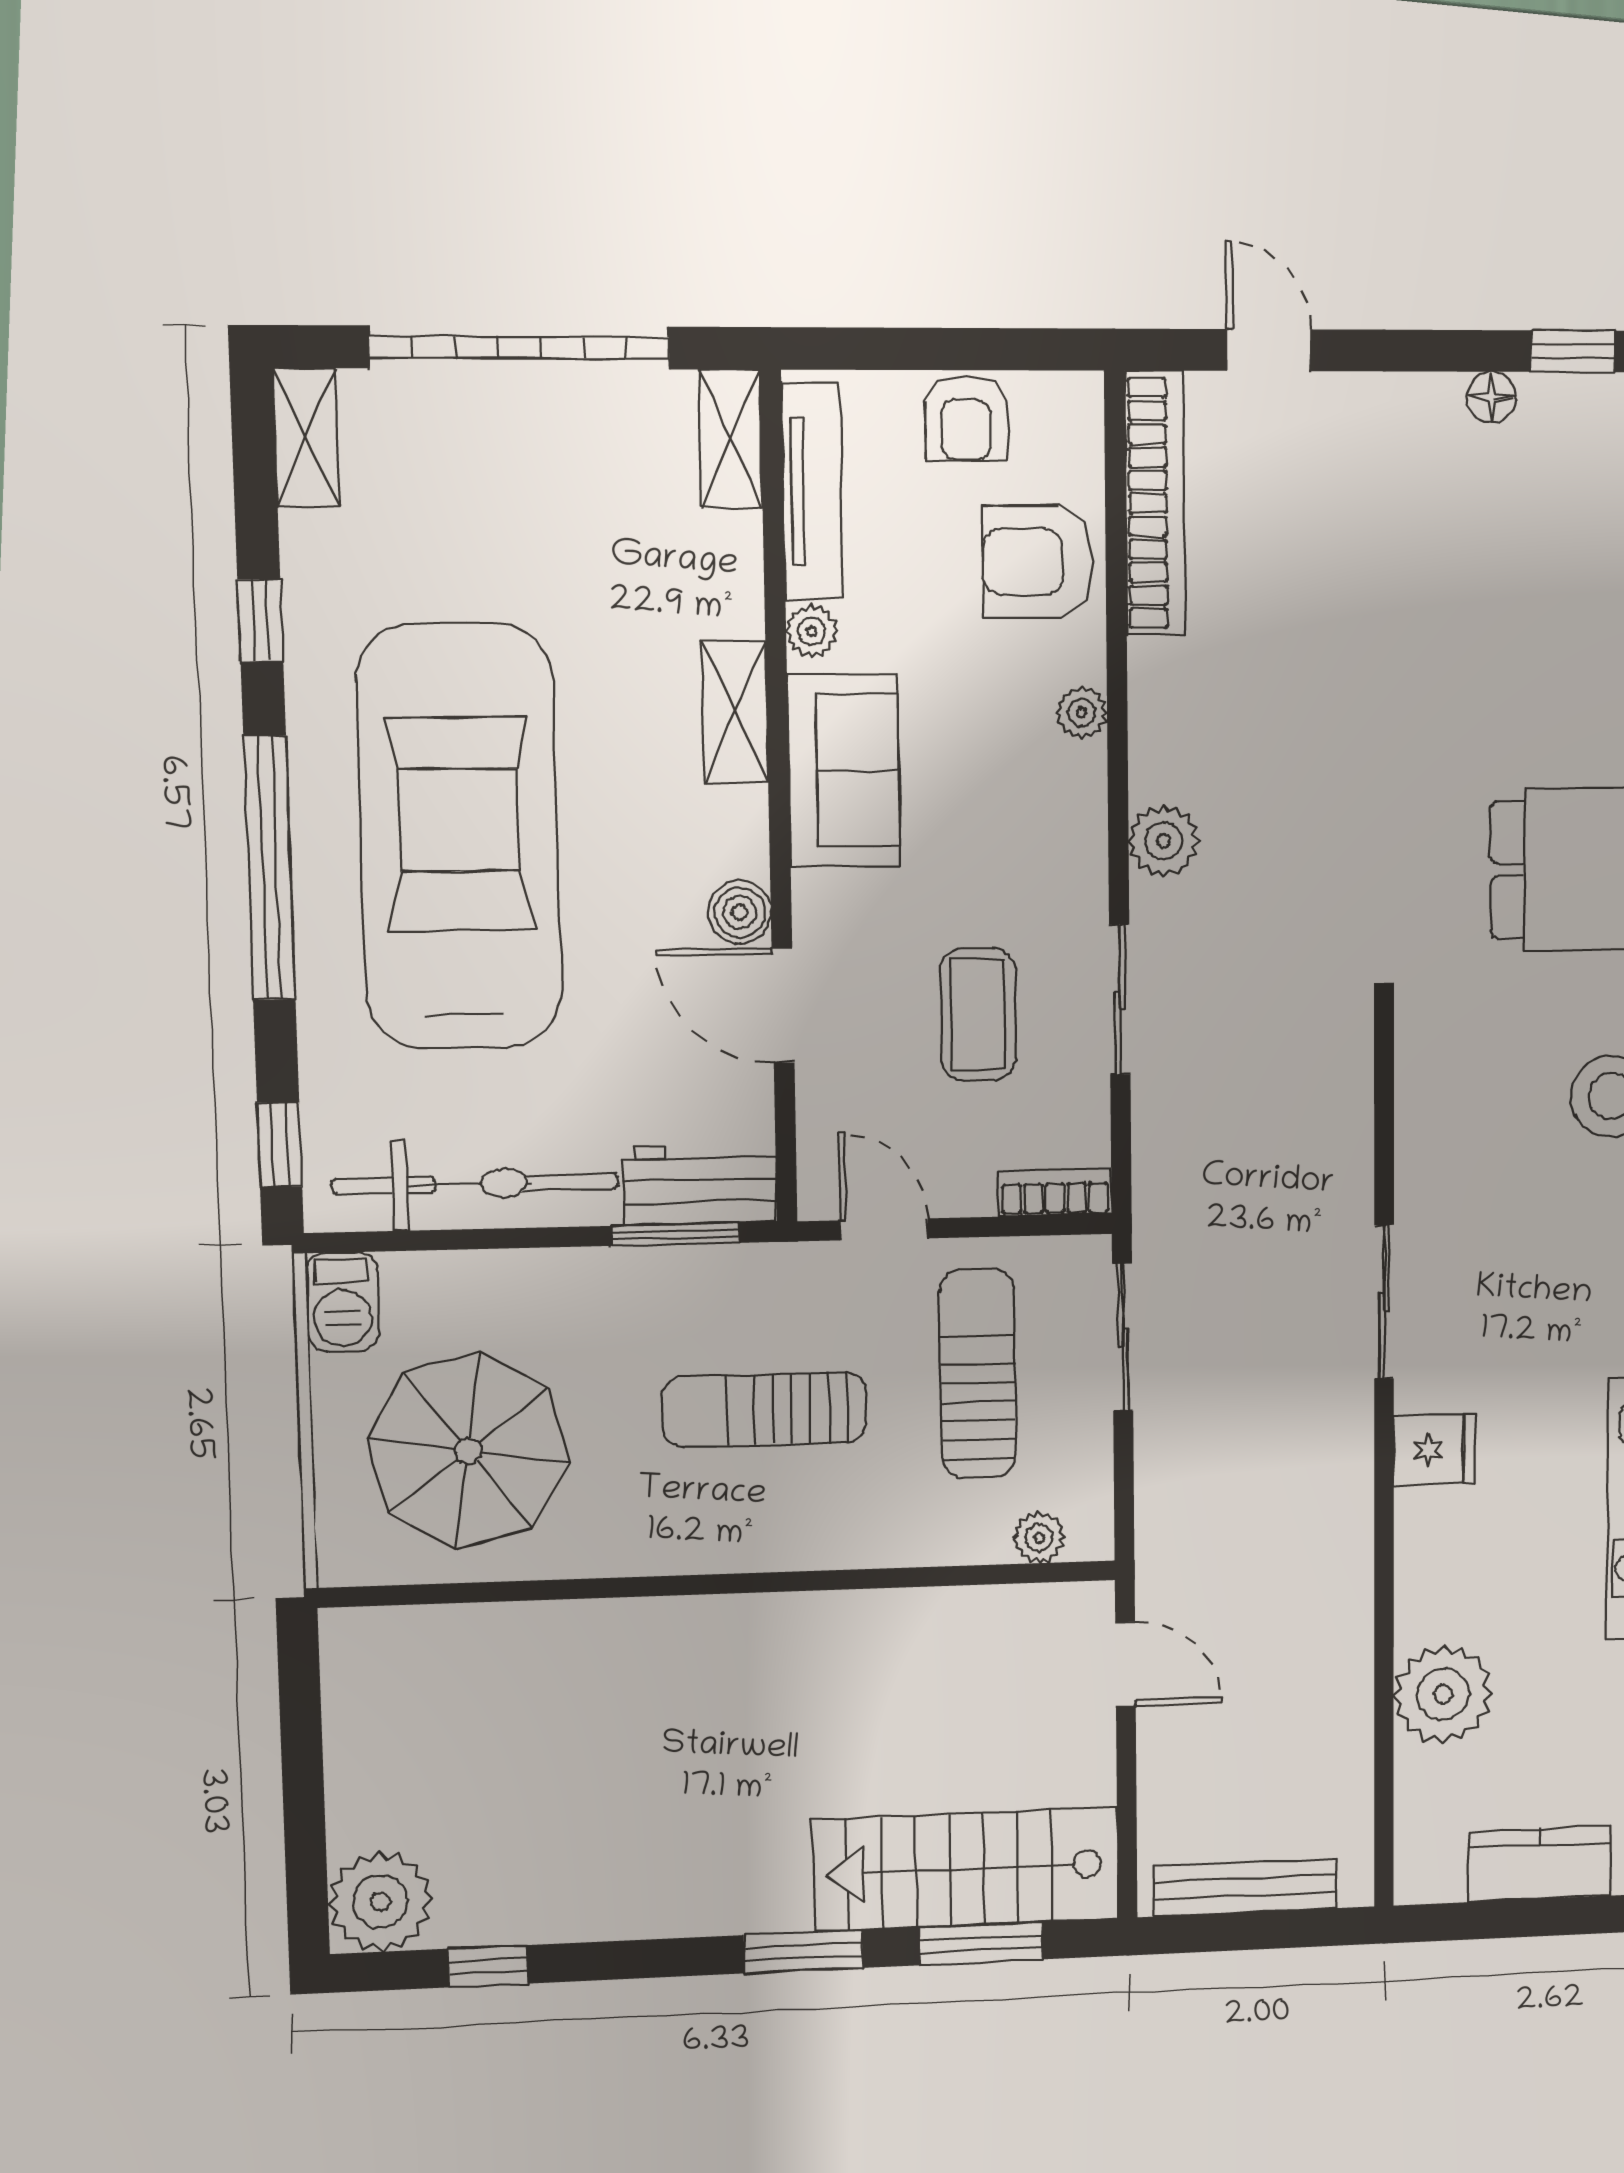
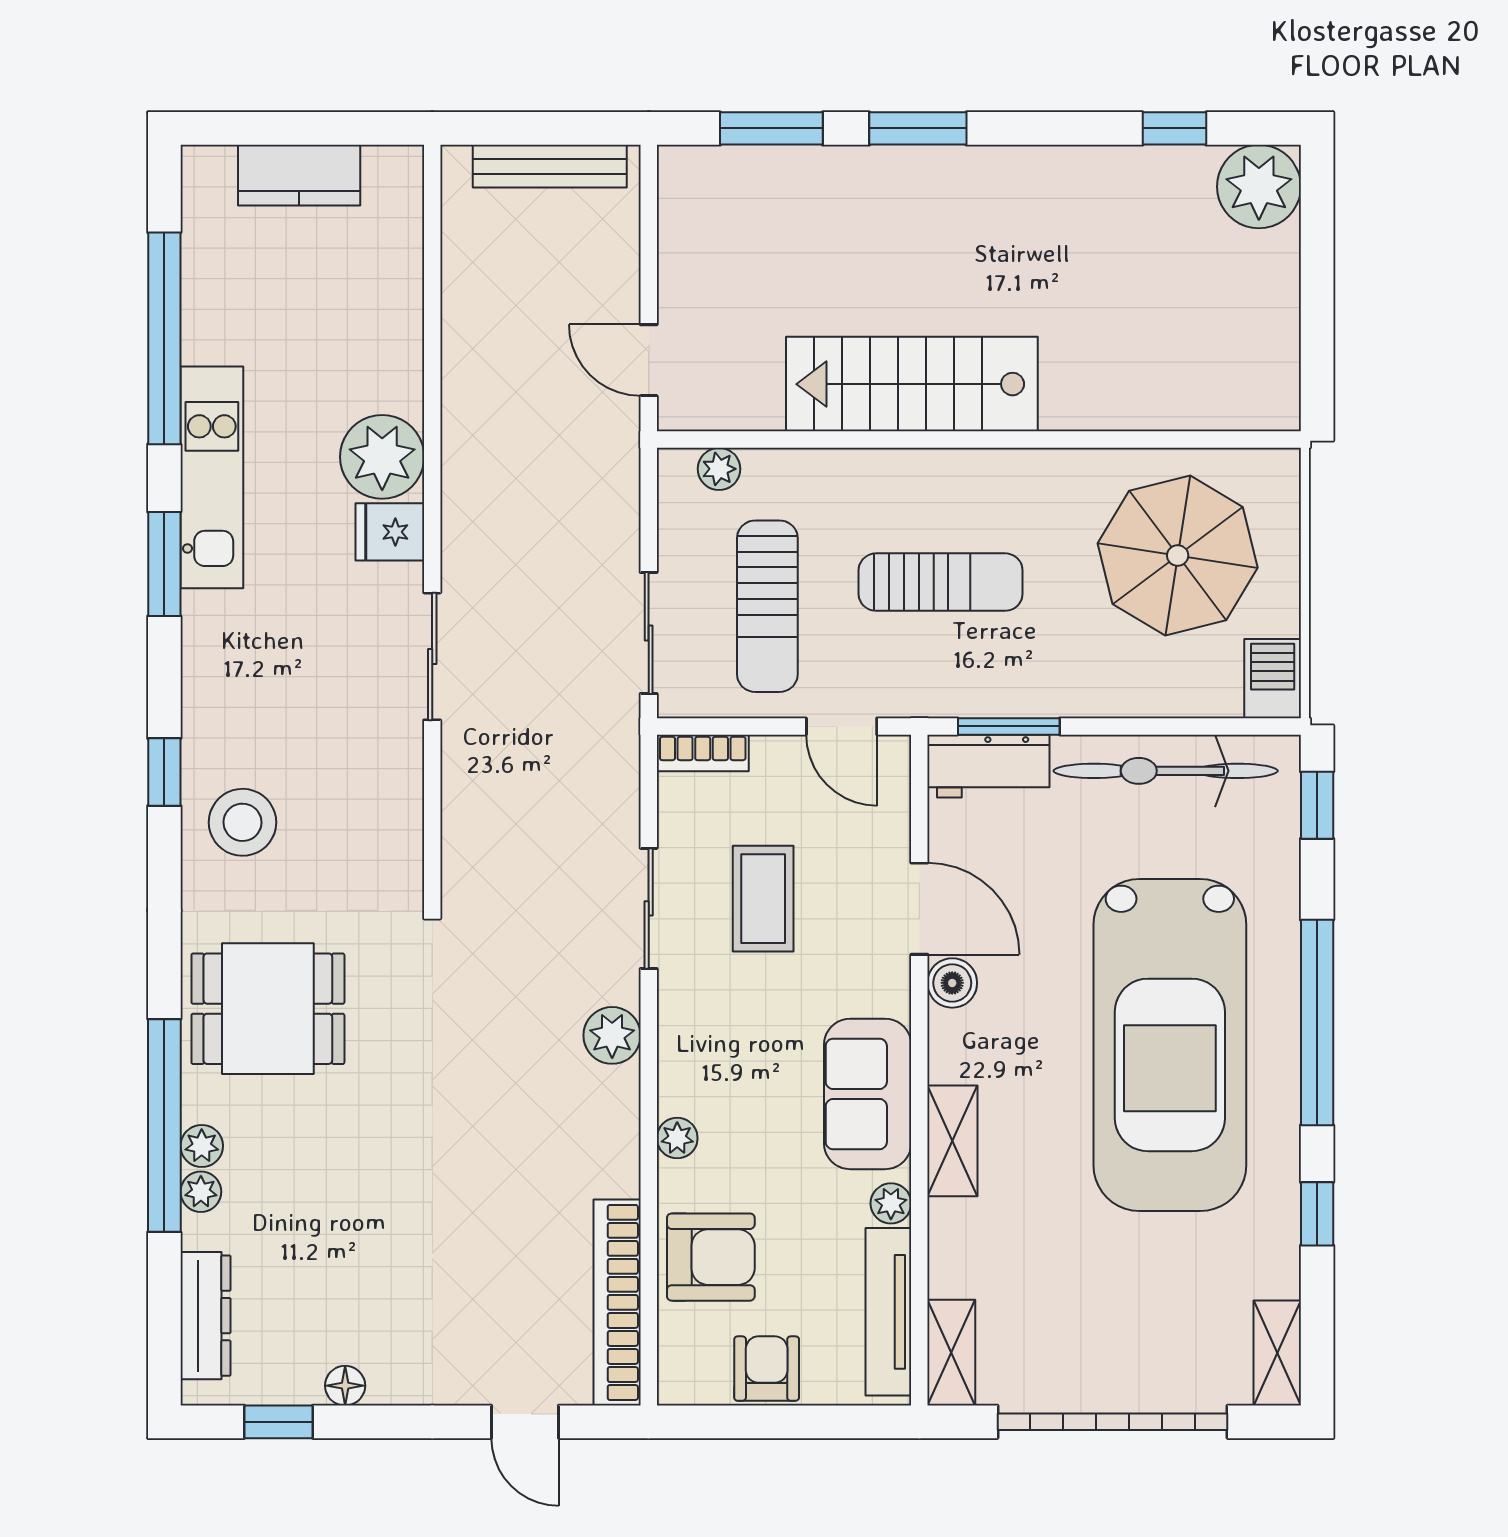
plant: (1443, 1694) -> (382, 457), moved
stairs: (966, 1869) -> (912, 384), moved, turned 180

